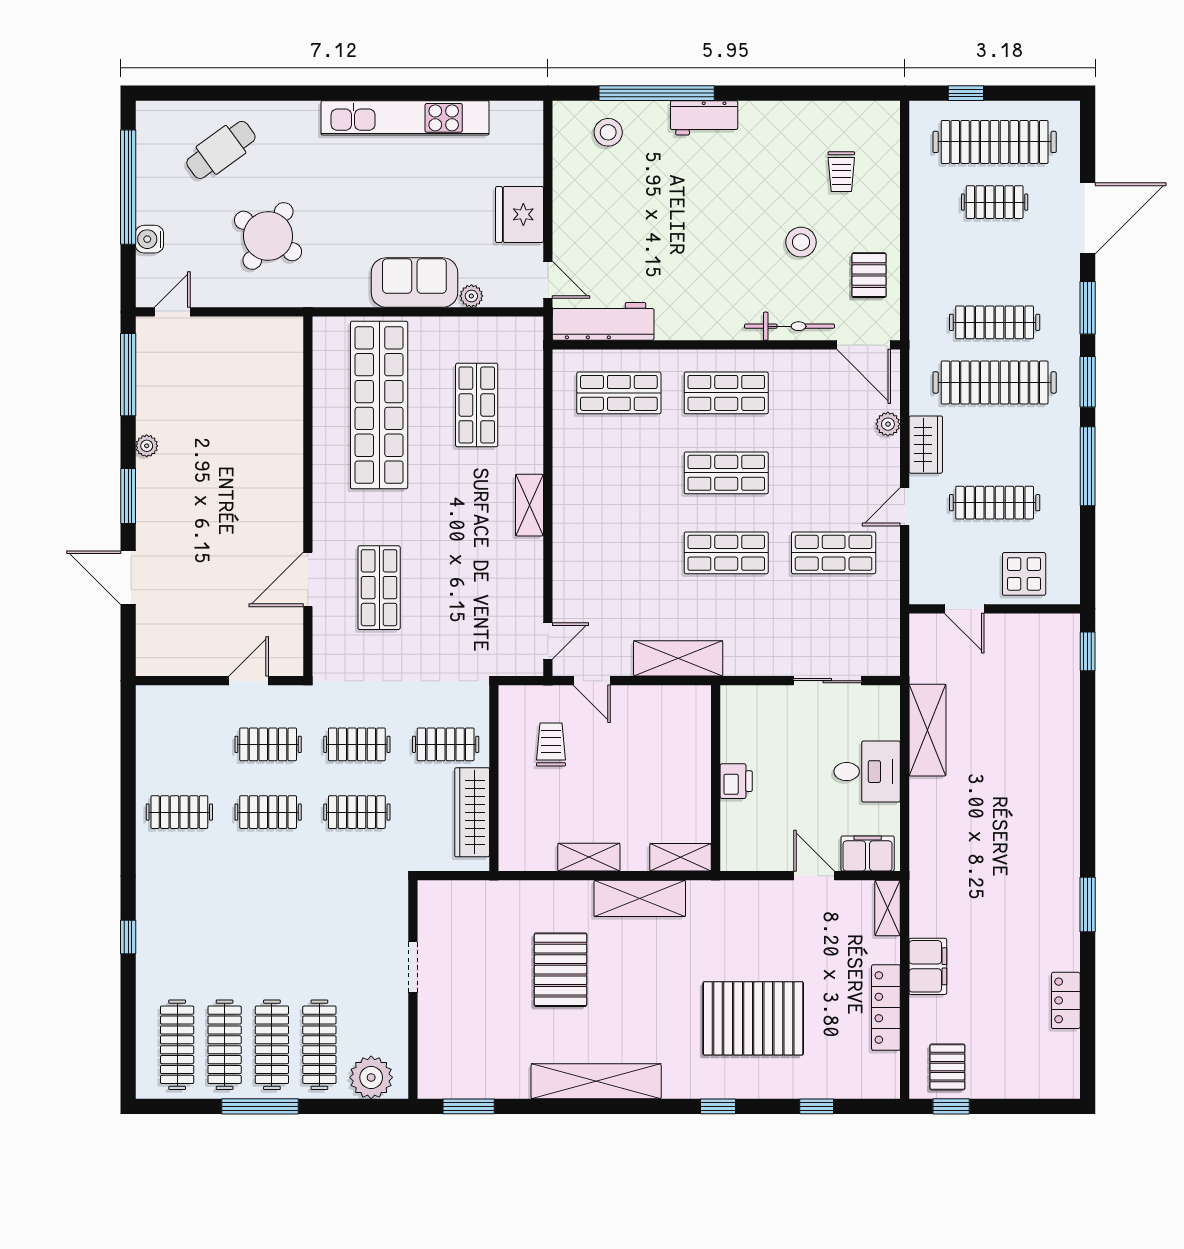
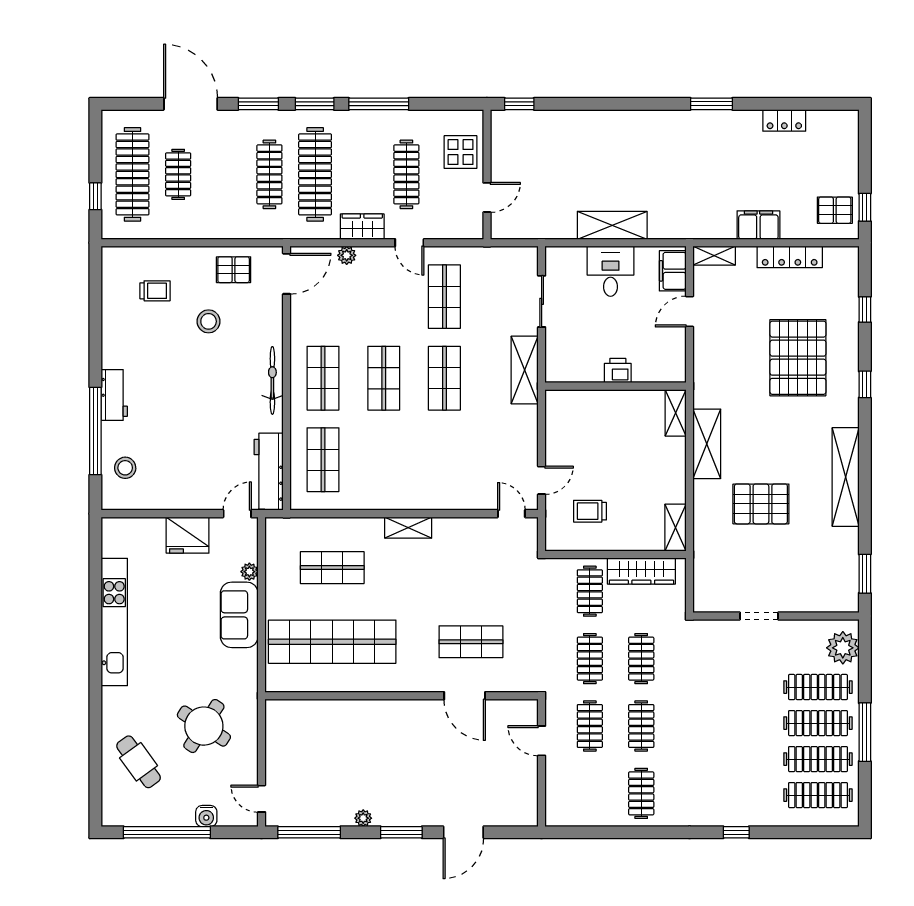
bicycle: (790, 326) -> (272, 380), moved
shelving: (678, 658) -> (525, 370), moved
shelving: (928, 730) -> (612, 225), moved
shelving: (589, 857) -> (676, 528), moved

